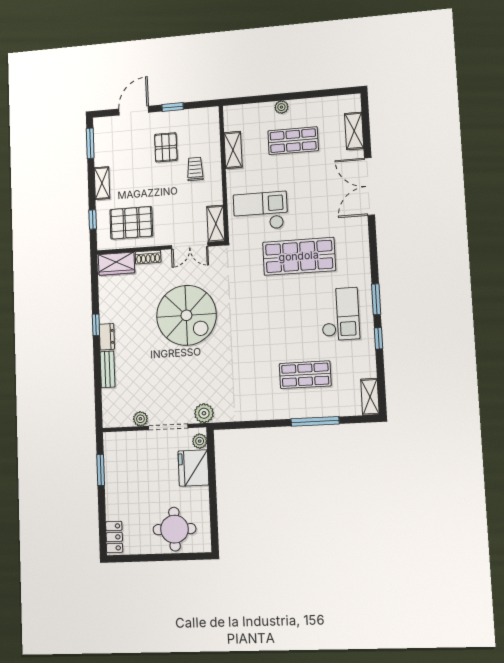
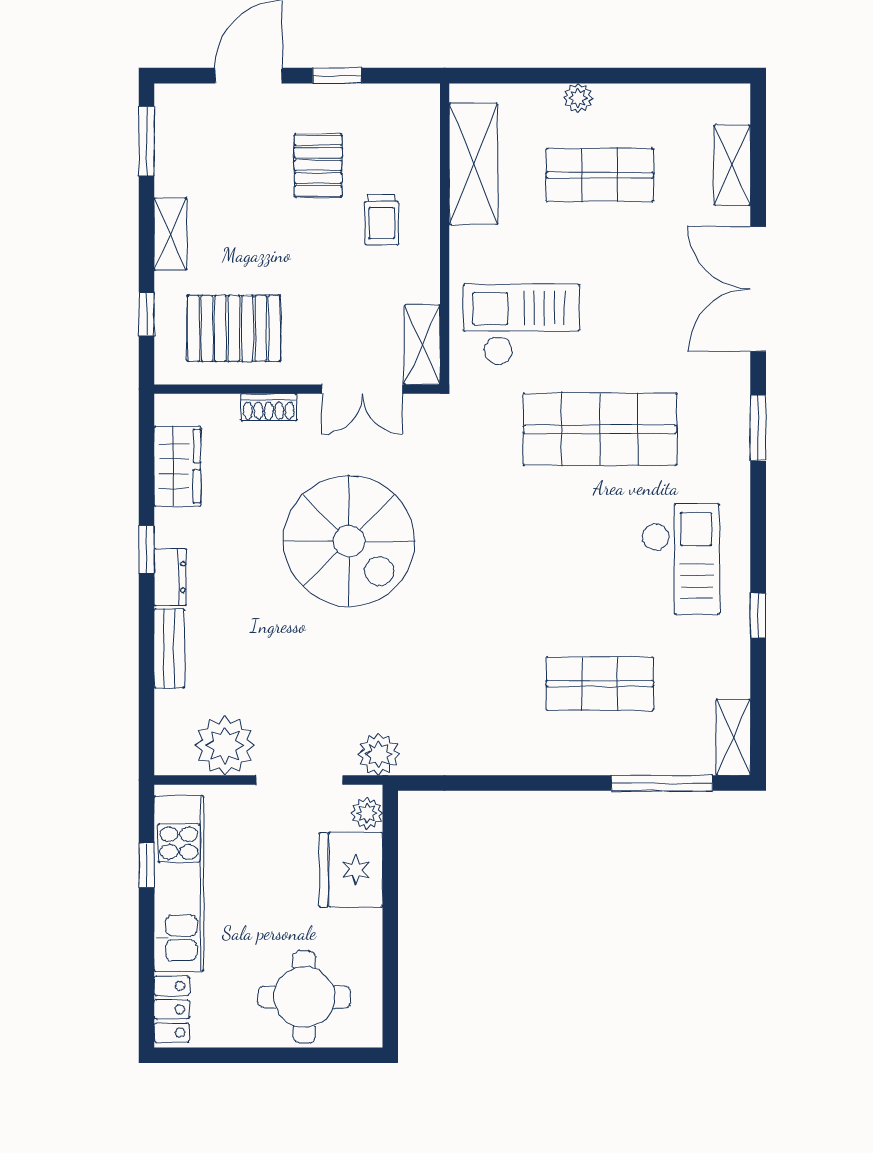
shelving: (233, 150) -> (474, 164), width x1.50, depth x1.33
trolley: (195, 169) -> (382, 220), turned 180
wardrobe: (116, 264) -> (177, 466), moved, turned -90
window: (376, 299) -> (758, 428), moved
plant: (140, 419) -> (225, 745), width x1.87, depth x1.87
window: (315, 421) -> (662, 783), moved
window: (101, 470) -> (146, 865), width x0.67
kitchen unit: (115, 478) -> (179, 883), added

